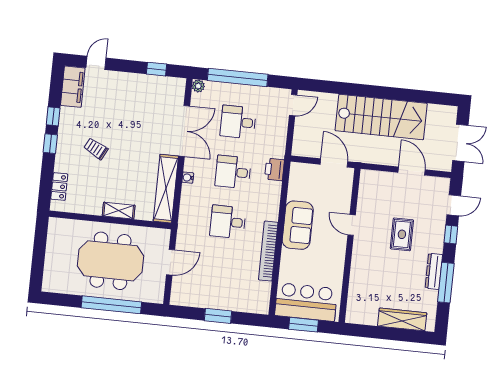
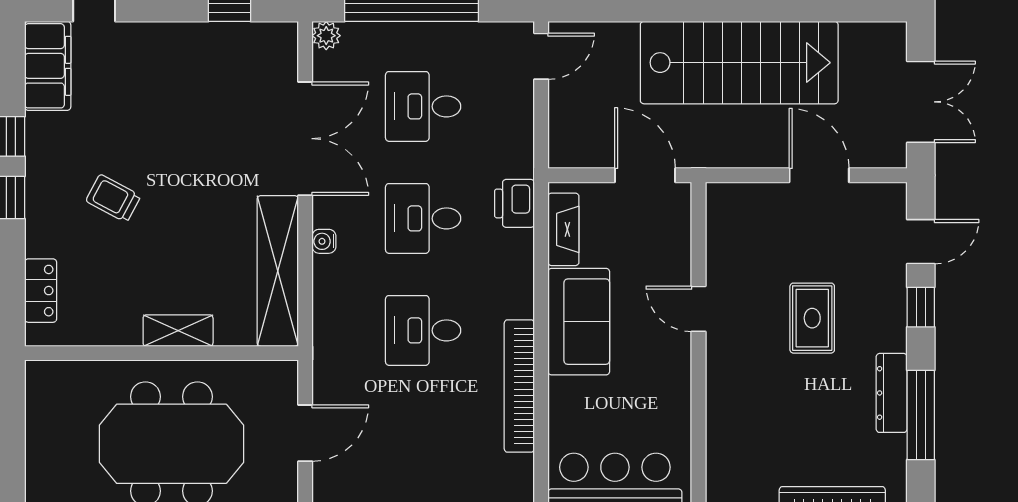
fireplace: (295, 183) -> (563, 229), added

